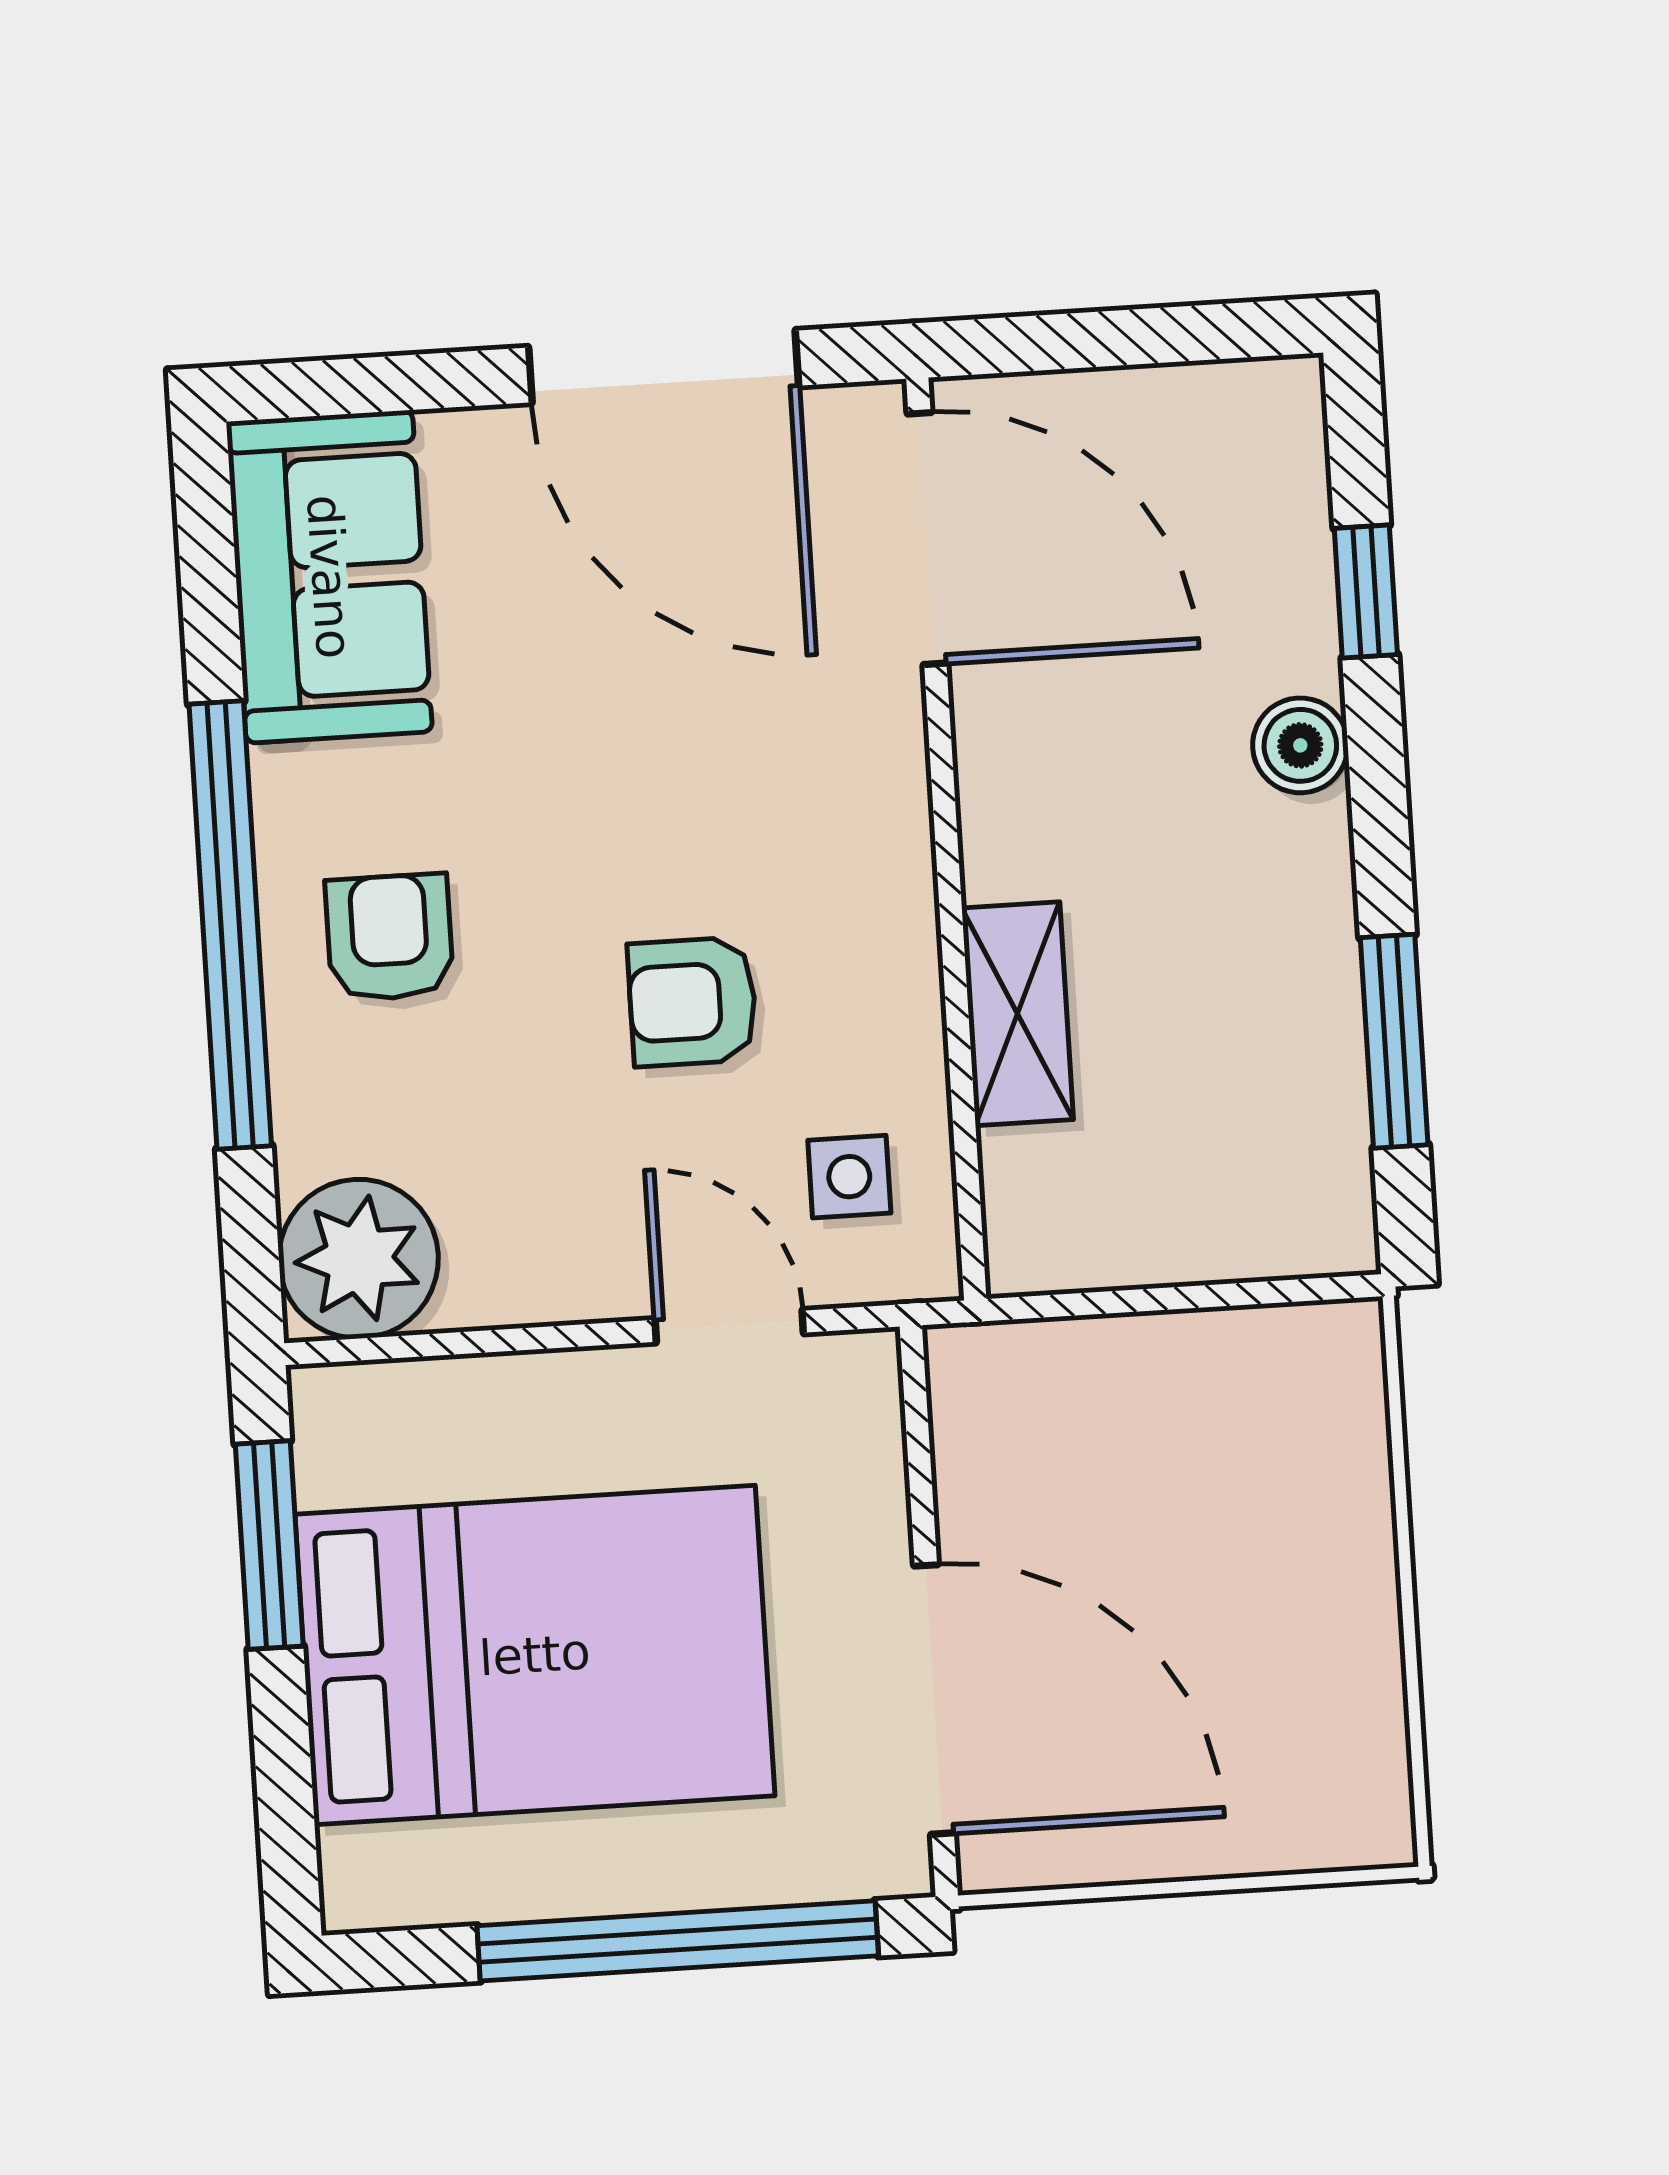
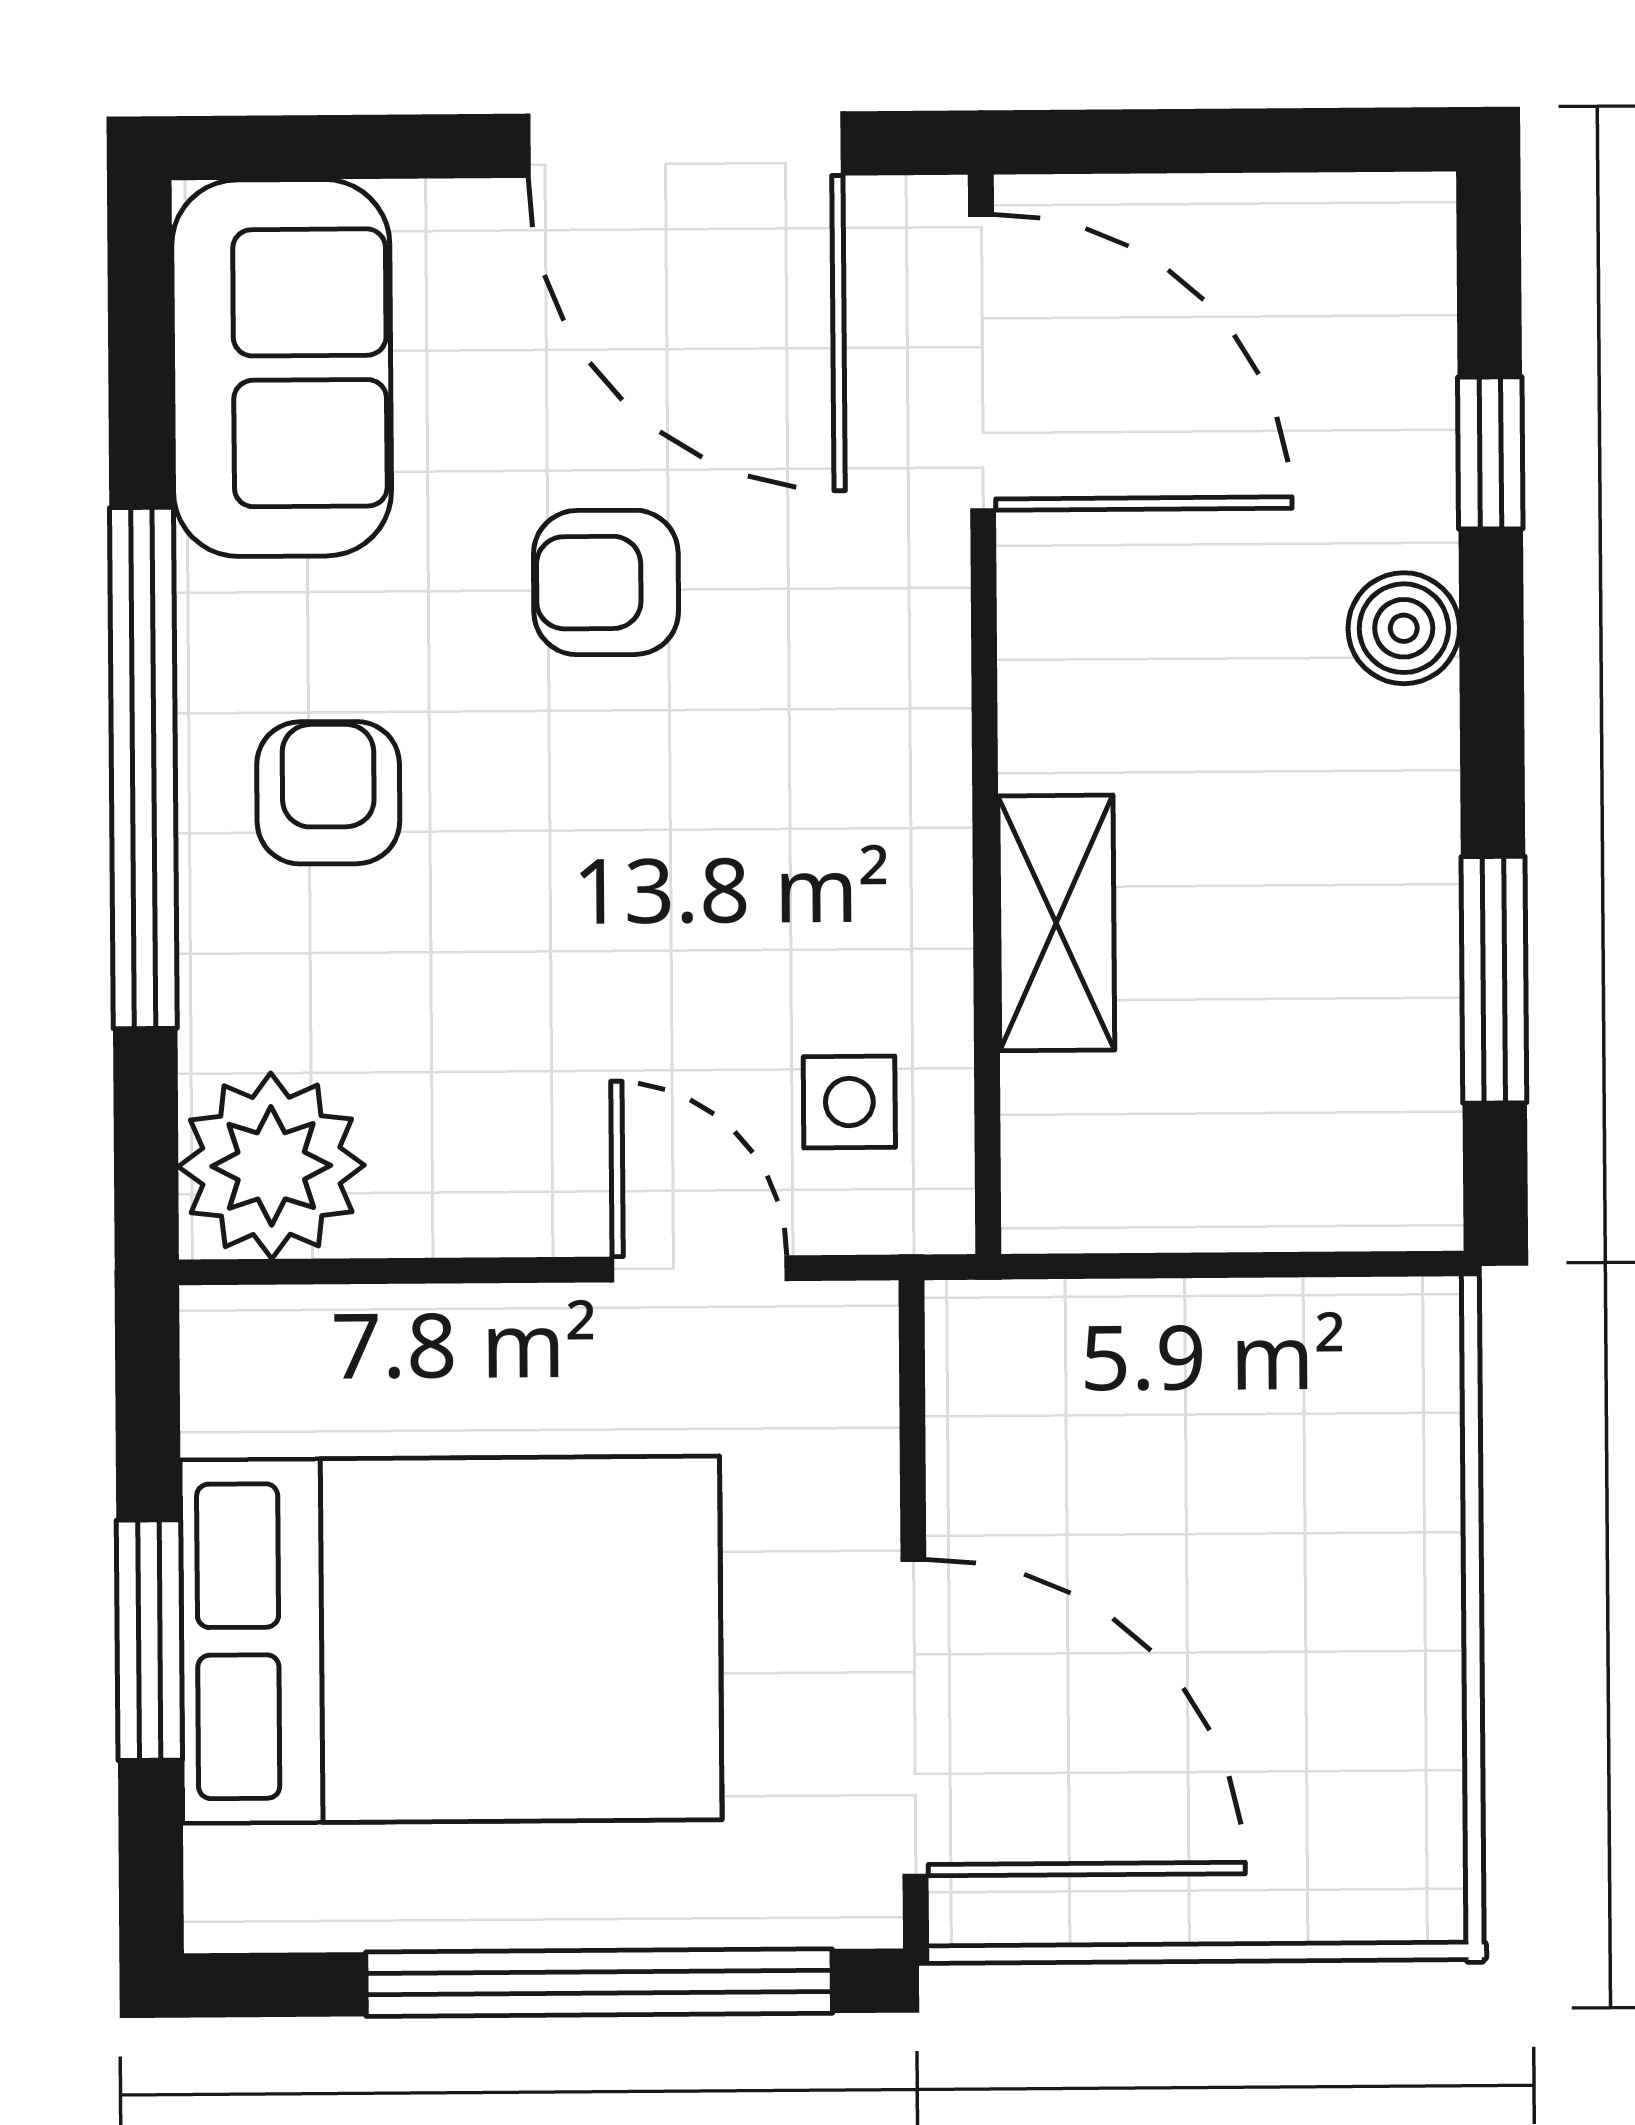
armchair: (692, 1002) -> (606, 582), moved
window: (269, 1545) -> (149, 1640), moved

